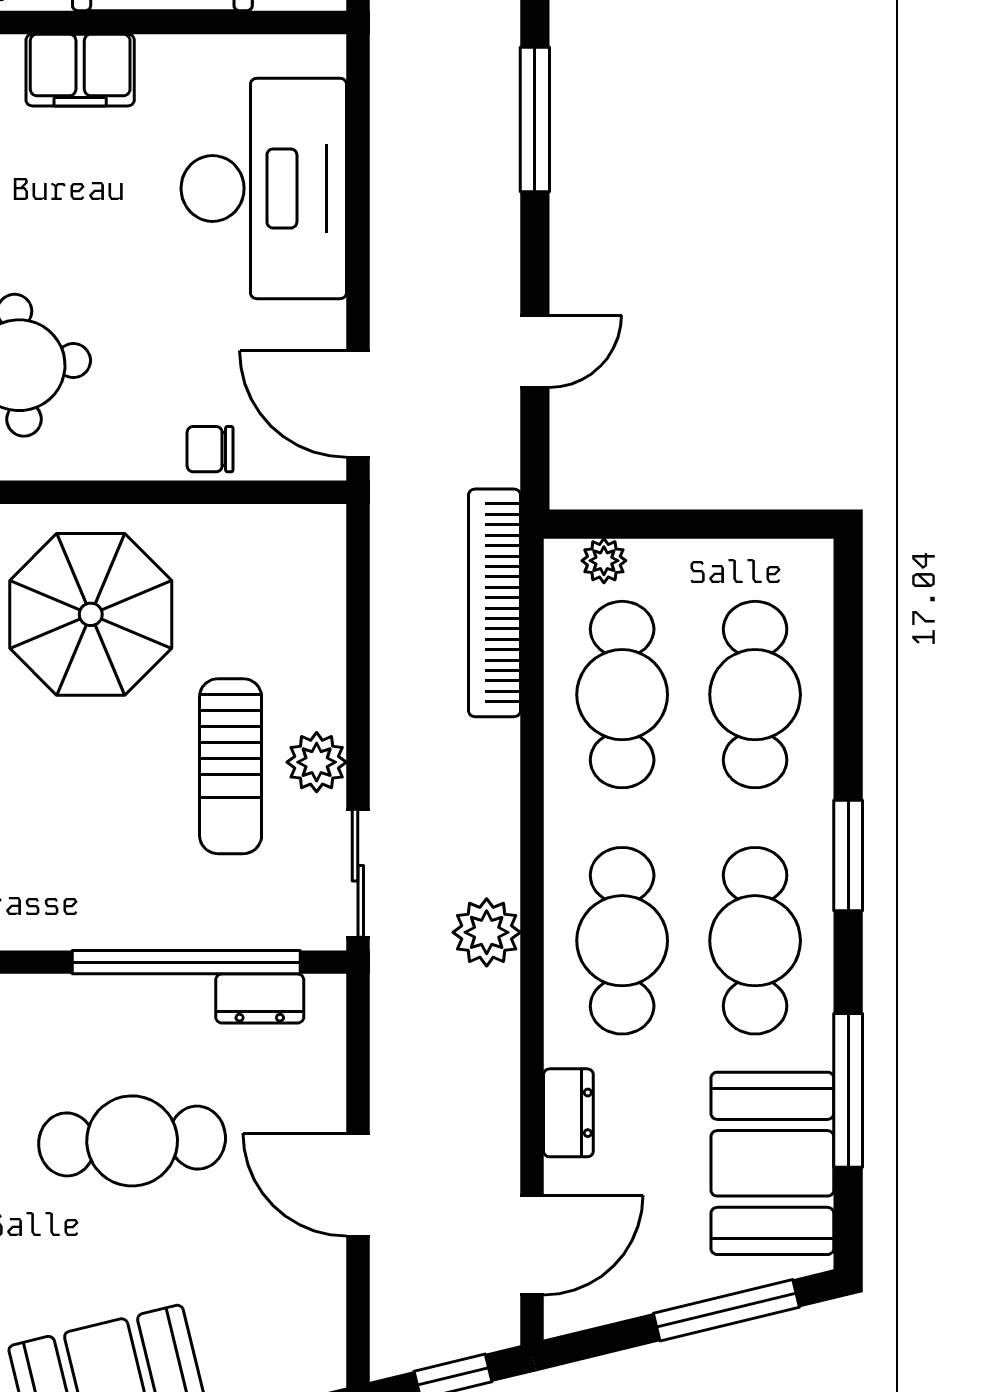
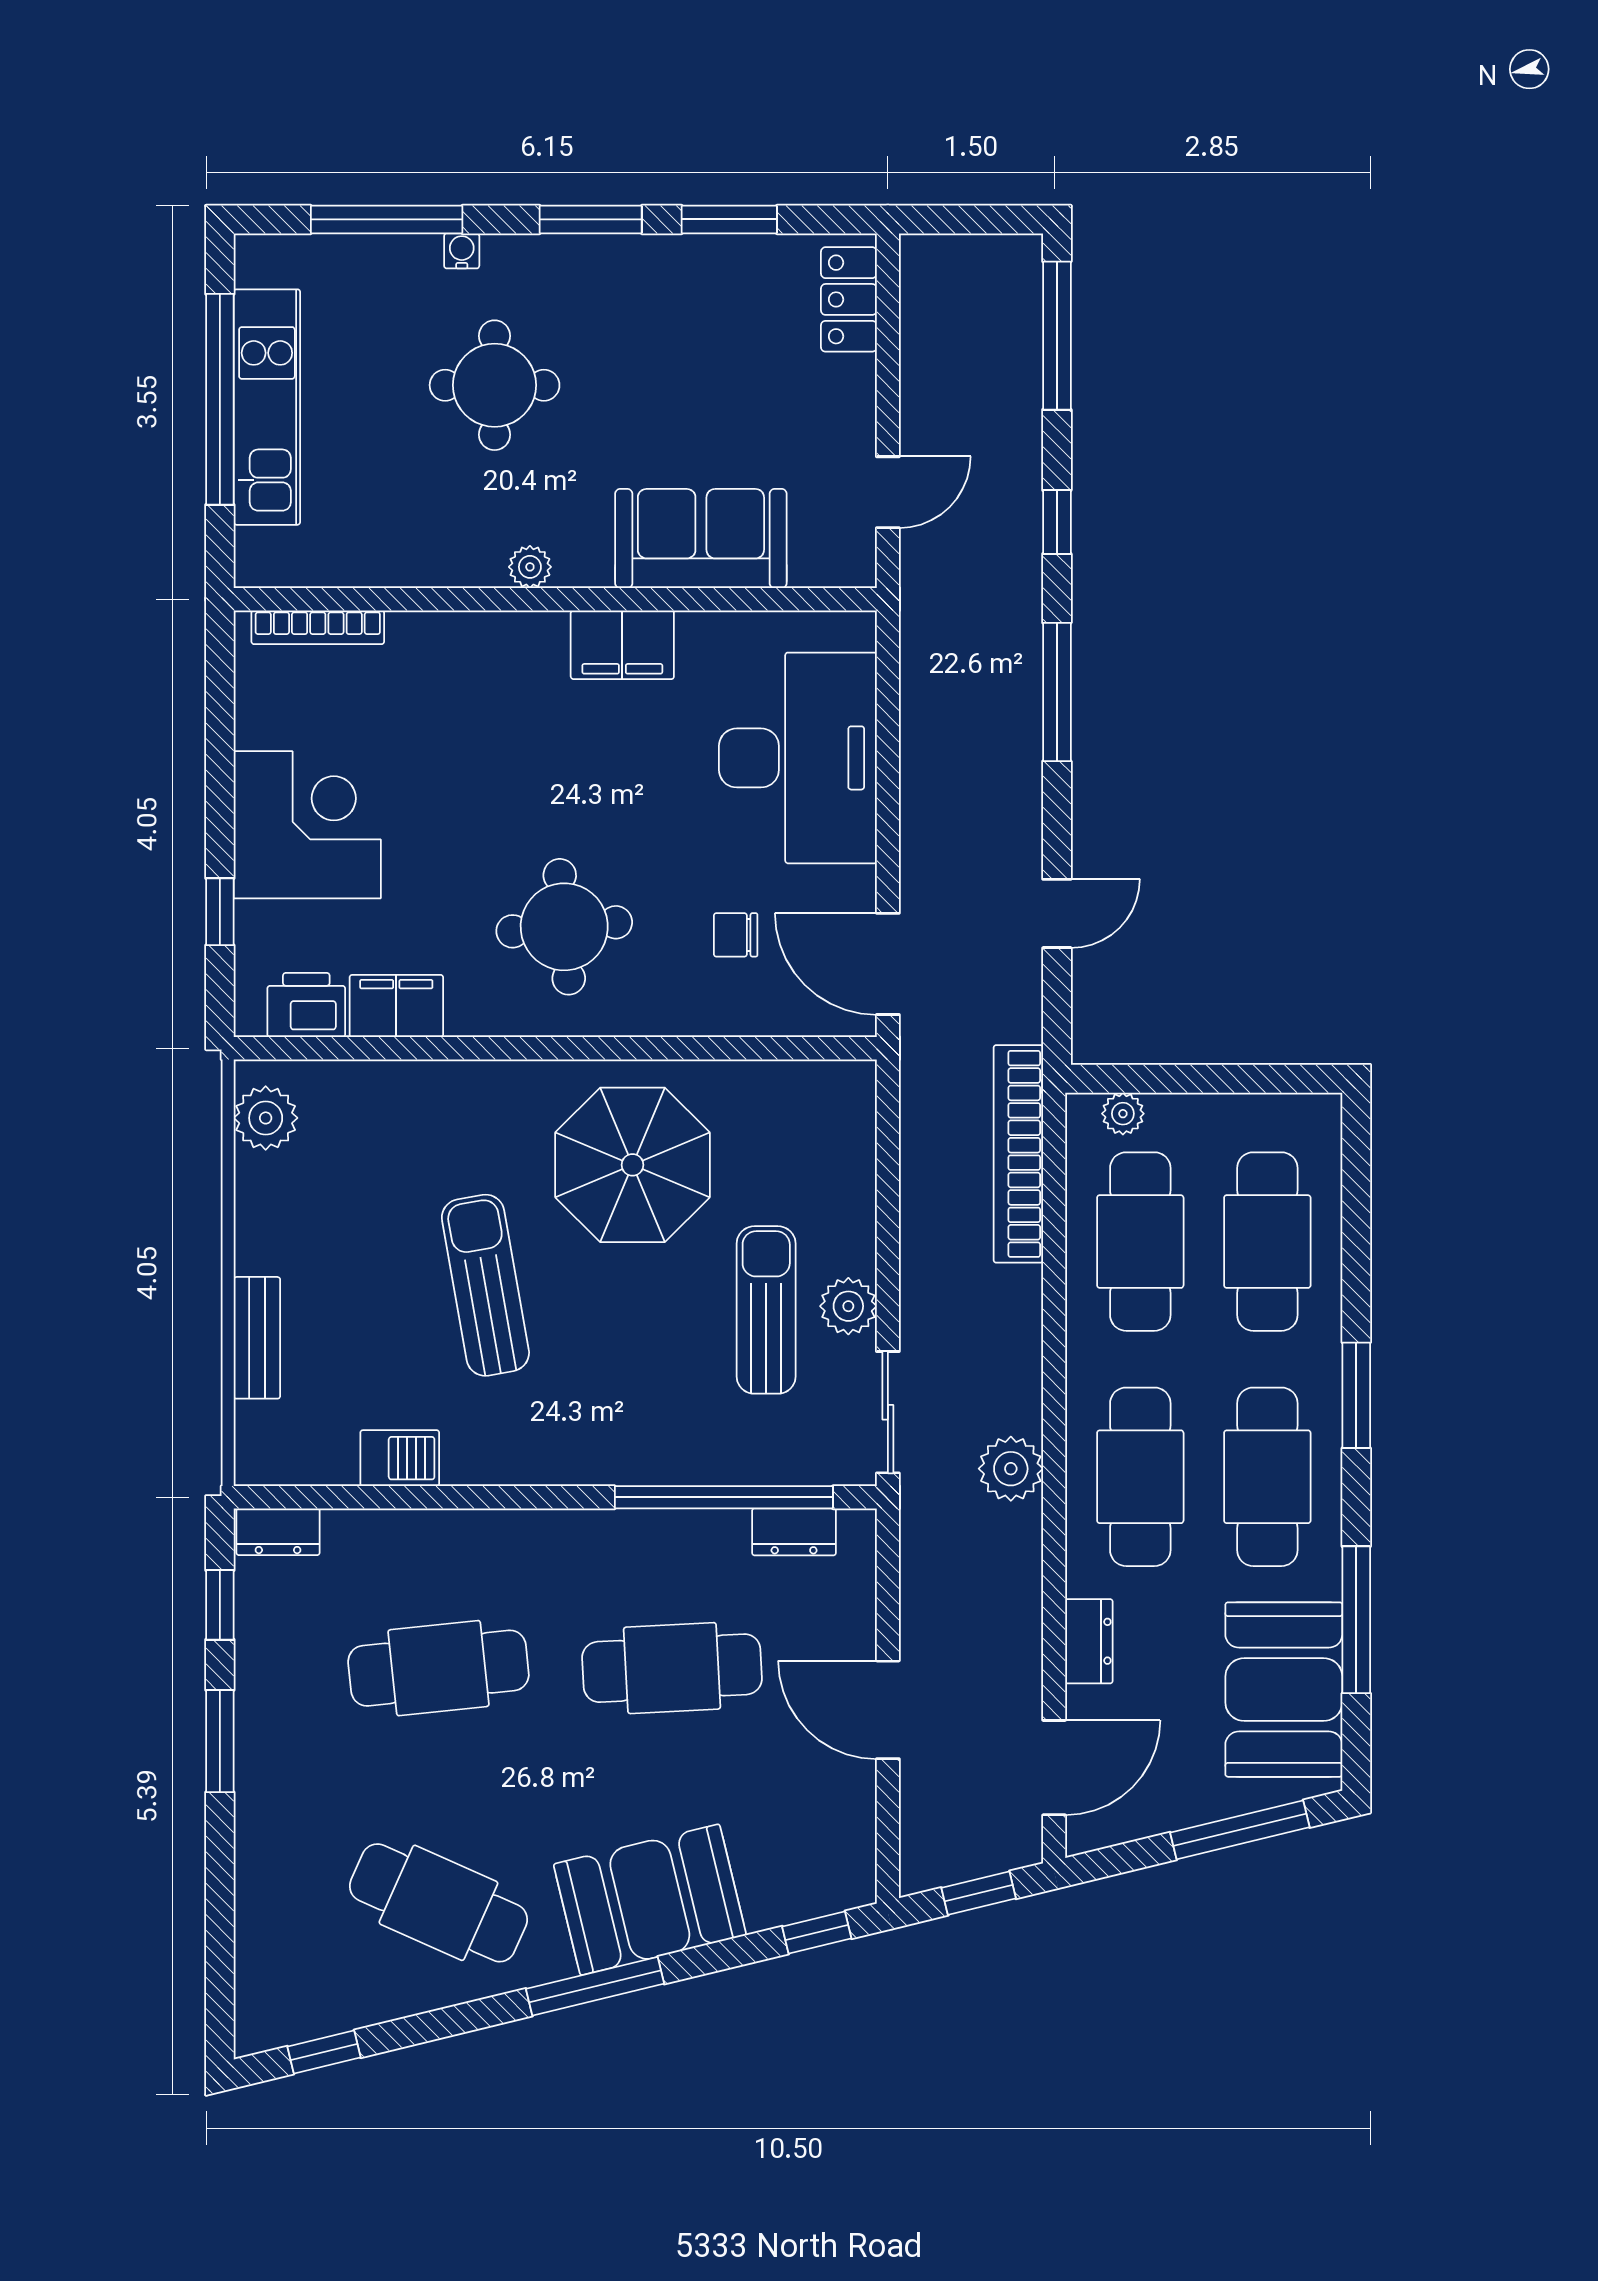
chair: (210, 449) -> (736, 935), moved
sun lounger: (231, 766) -> (766, 1310), turned 180

